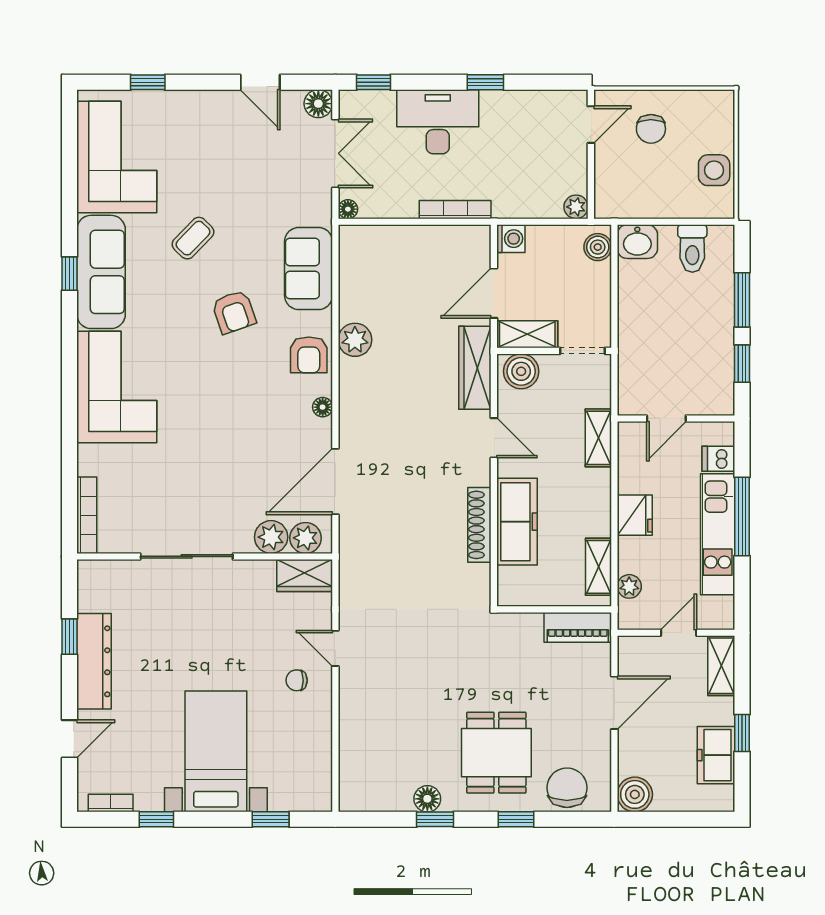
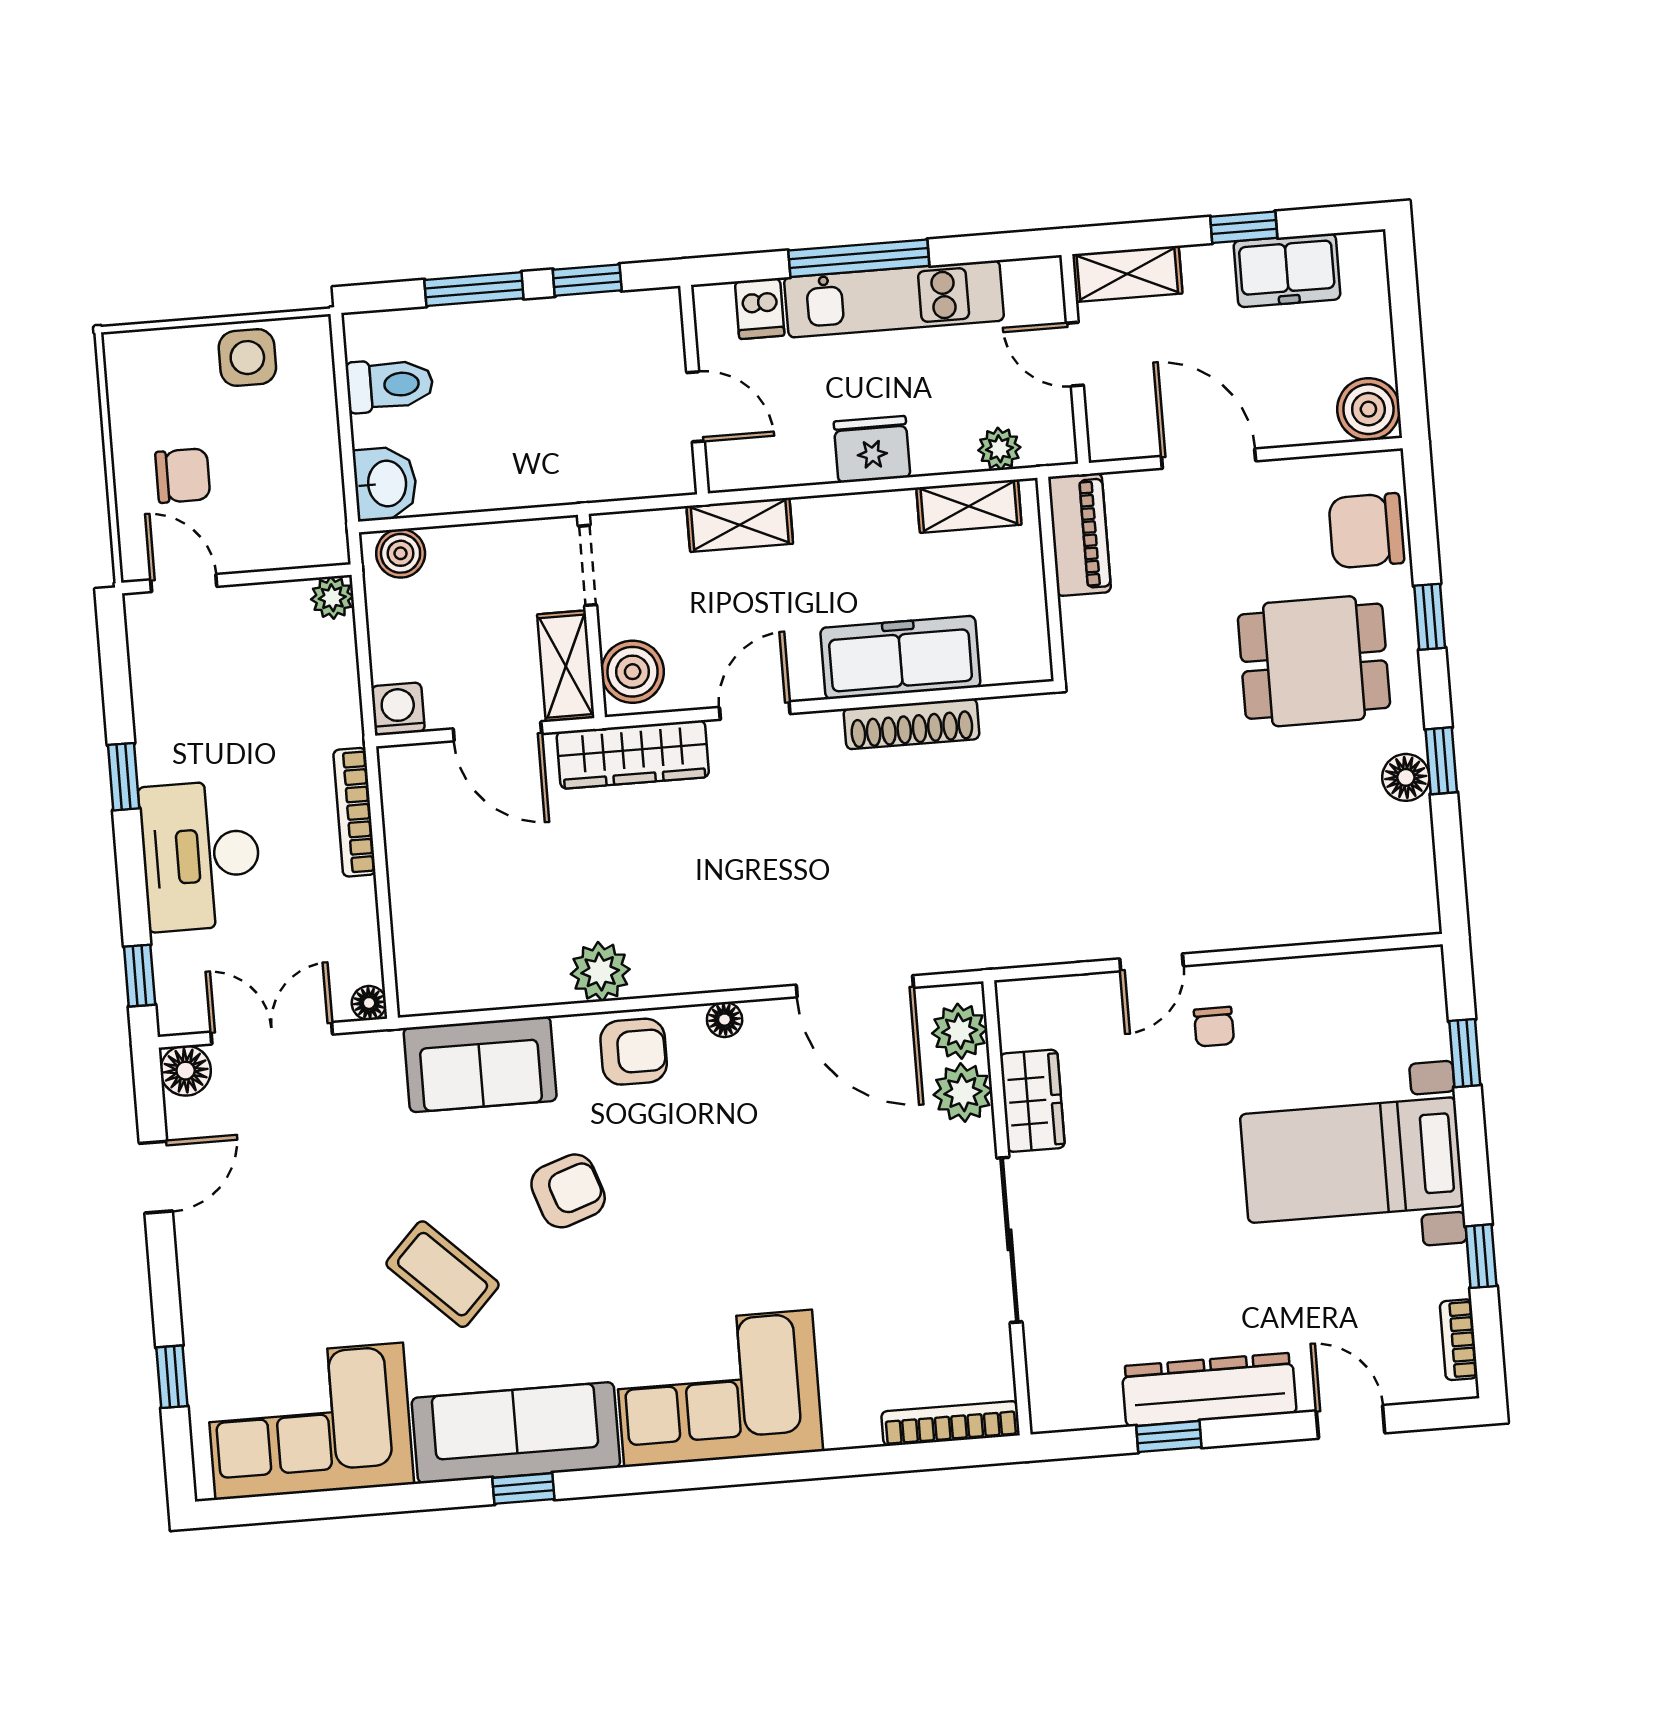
coffee table: (193, 238) -> (443, 1274), width x1.36, depth x1.30
wardrobe: (305, 575) -> (1032, 1101), moved

